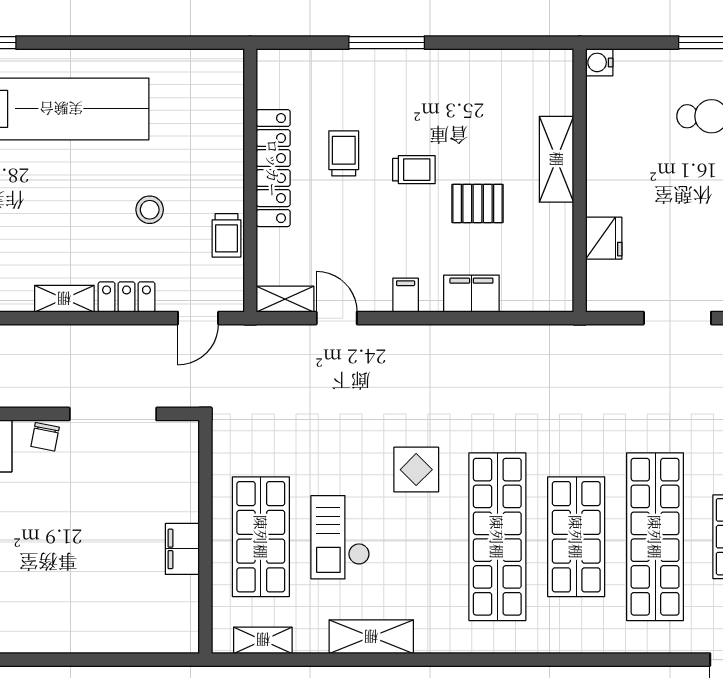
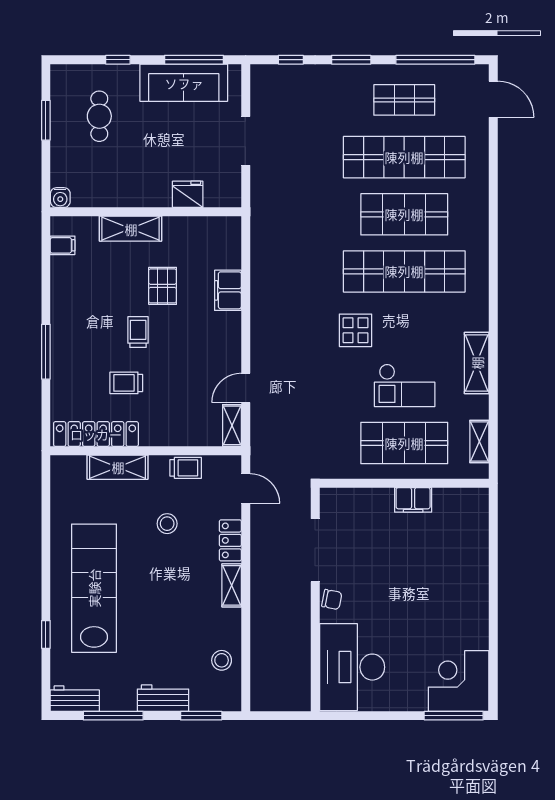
shelving: (228, 141) -> (118, 467), added
locker: (273, 168) -> (96, 434), moved
filing cabinet: (406, 295) -> (63, 245), moved, turned 180

